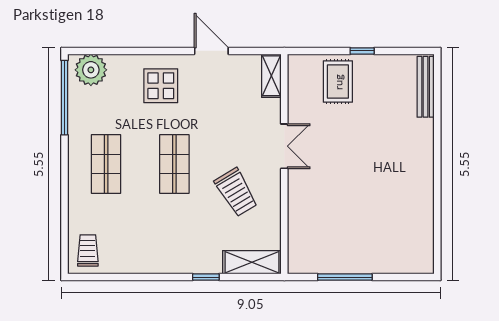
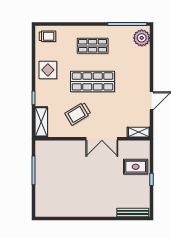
display table: (161, 86) -> (48, 70), moved
double door: (284, 146) -> (102, 139), width x1.37
shop shelf: (174, 164) -> (93, 81), width x1.43, depth x1.36

